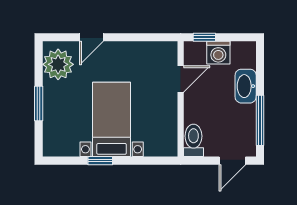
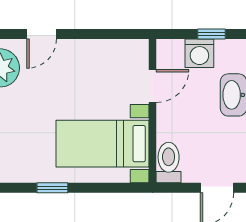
window: (204, 37) -> (211, 34), moved
bed with nightstands: (112, 119) -> (103, 144), moved, turned -90

